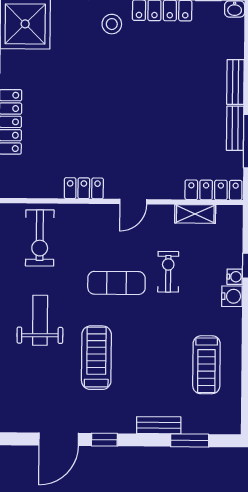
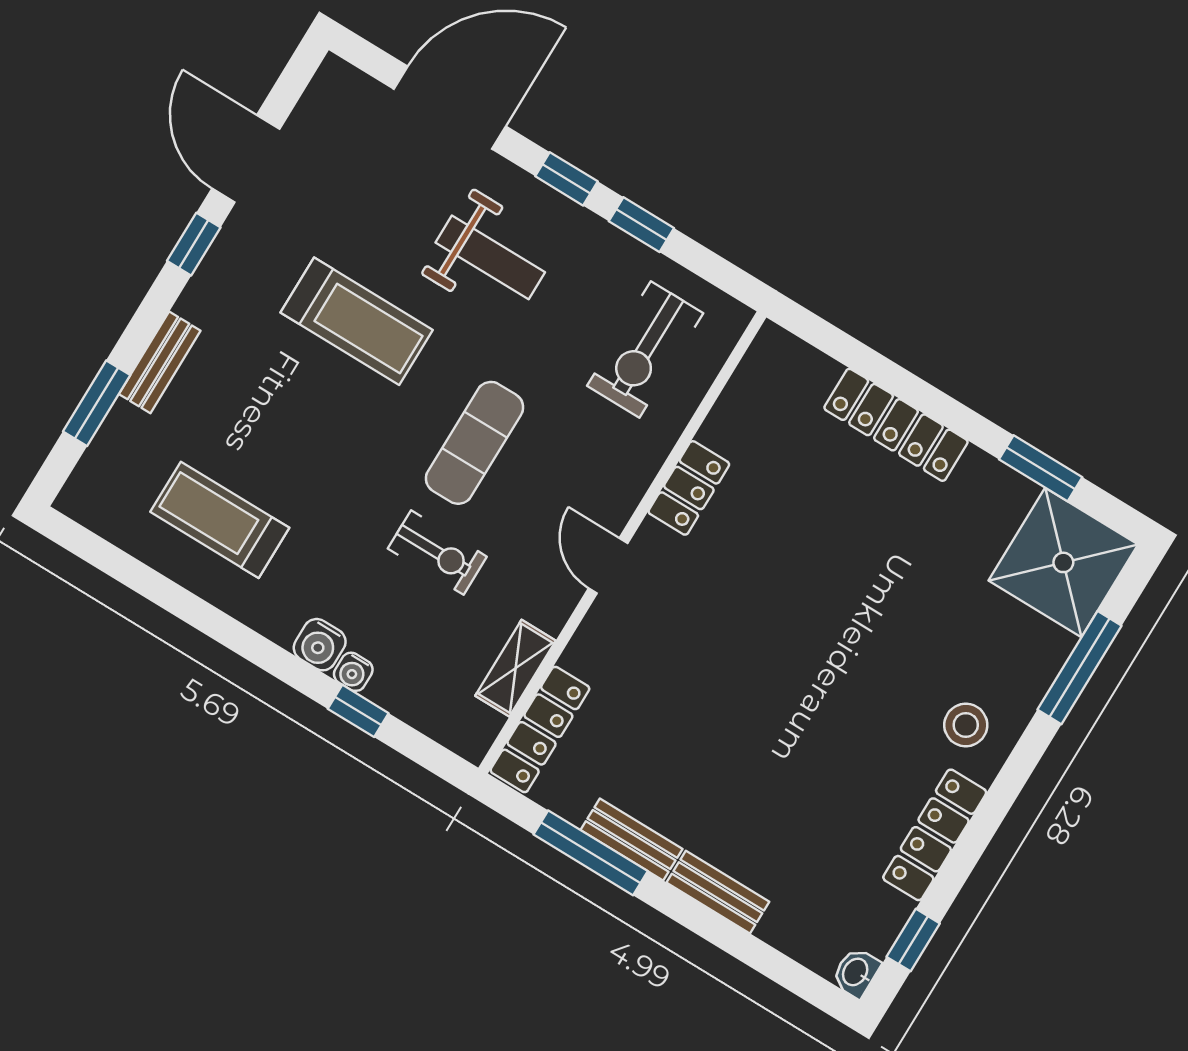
exercise bike: (40, 238) -> (645, 349), turned -90

